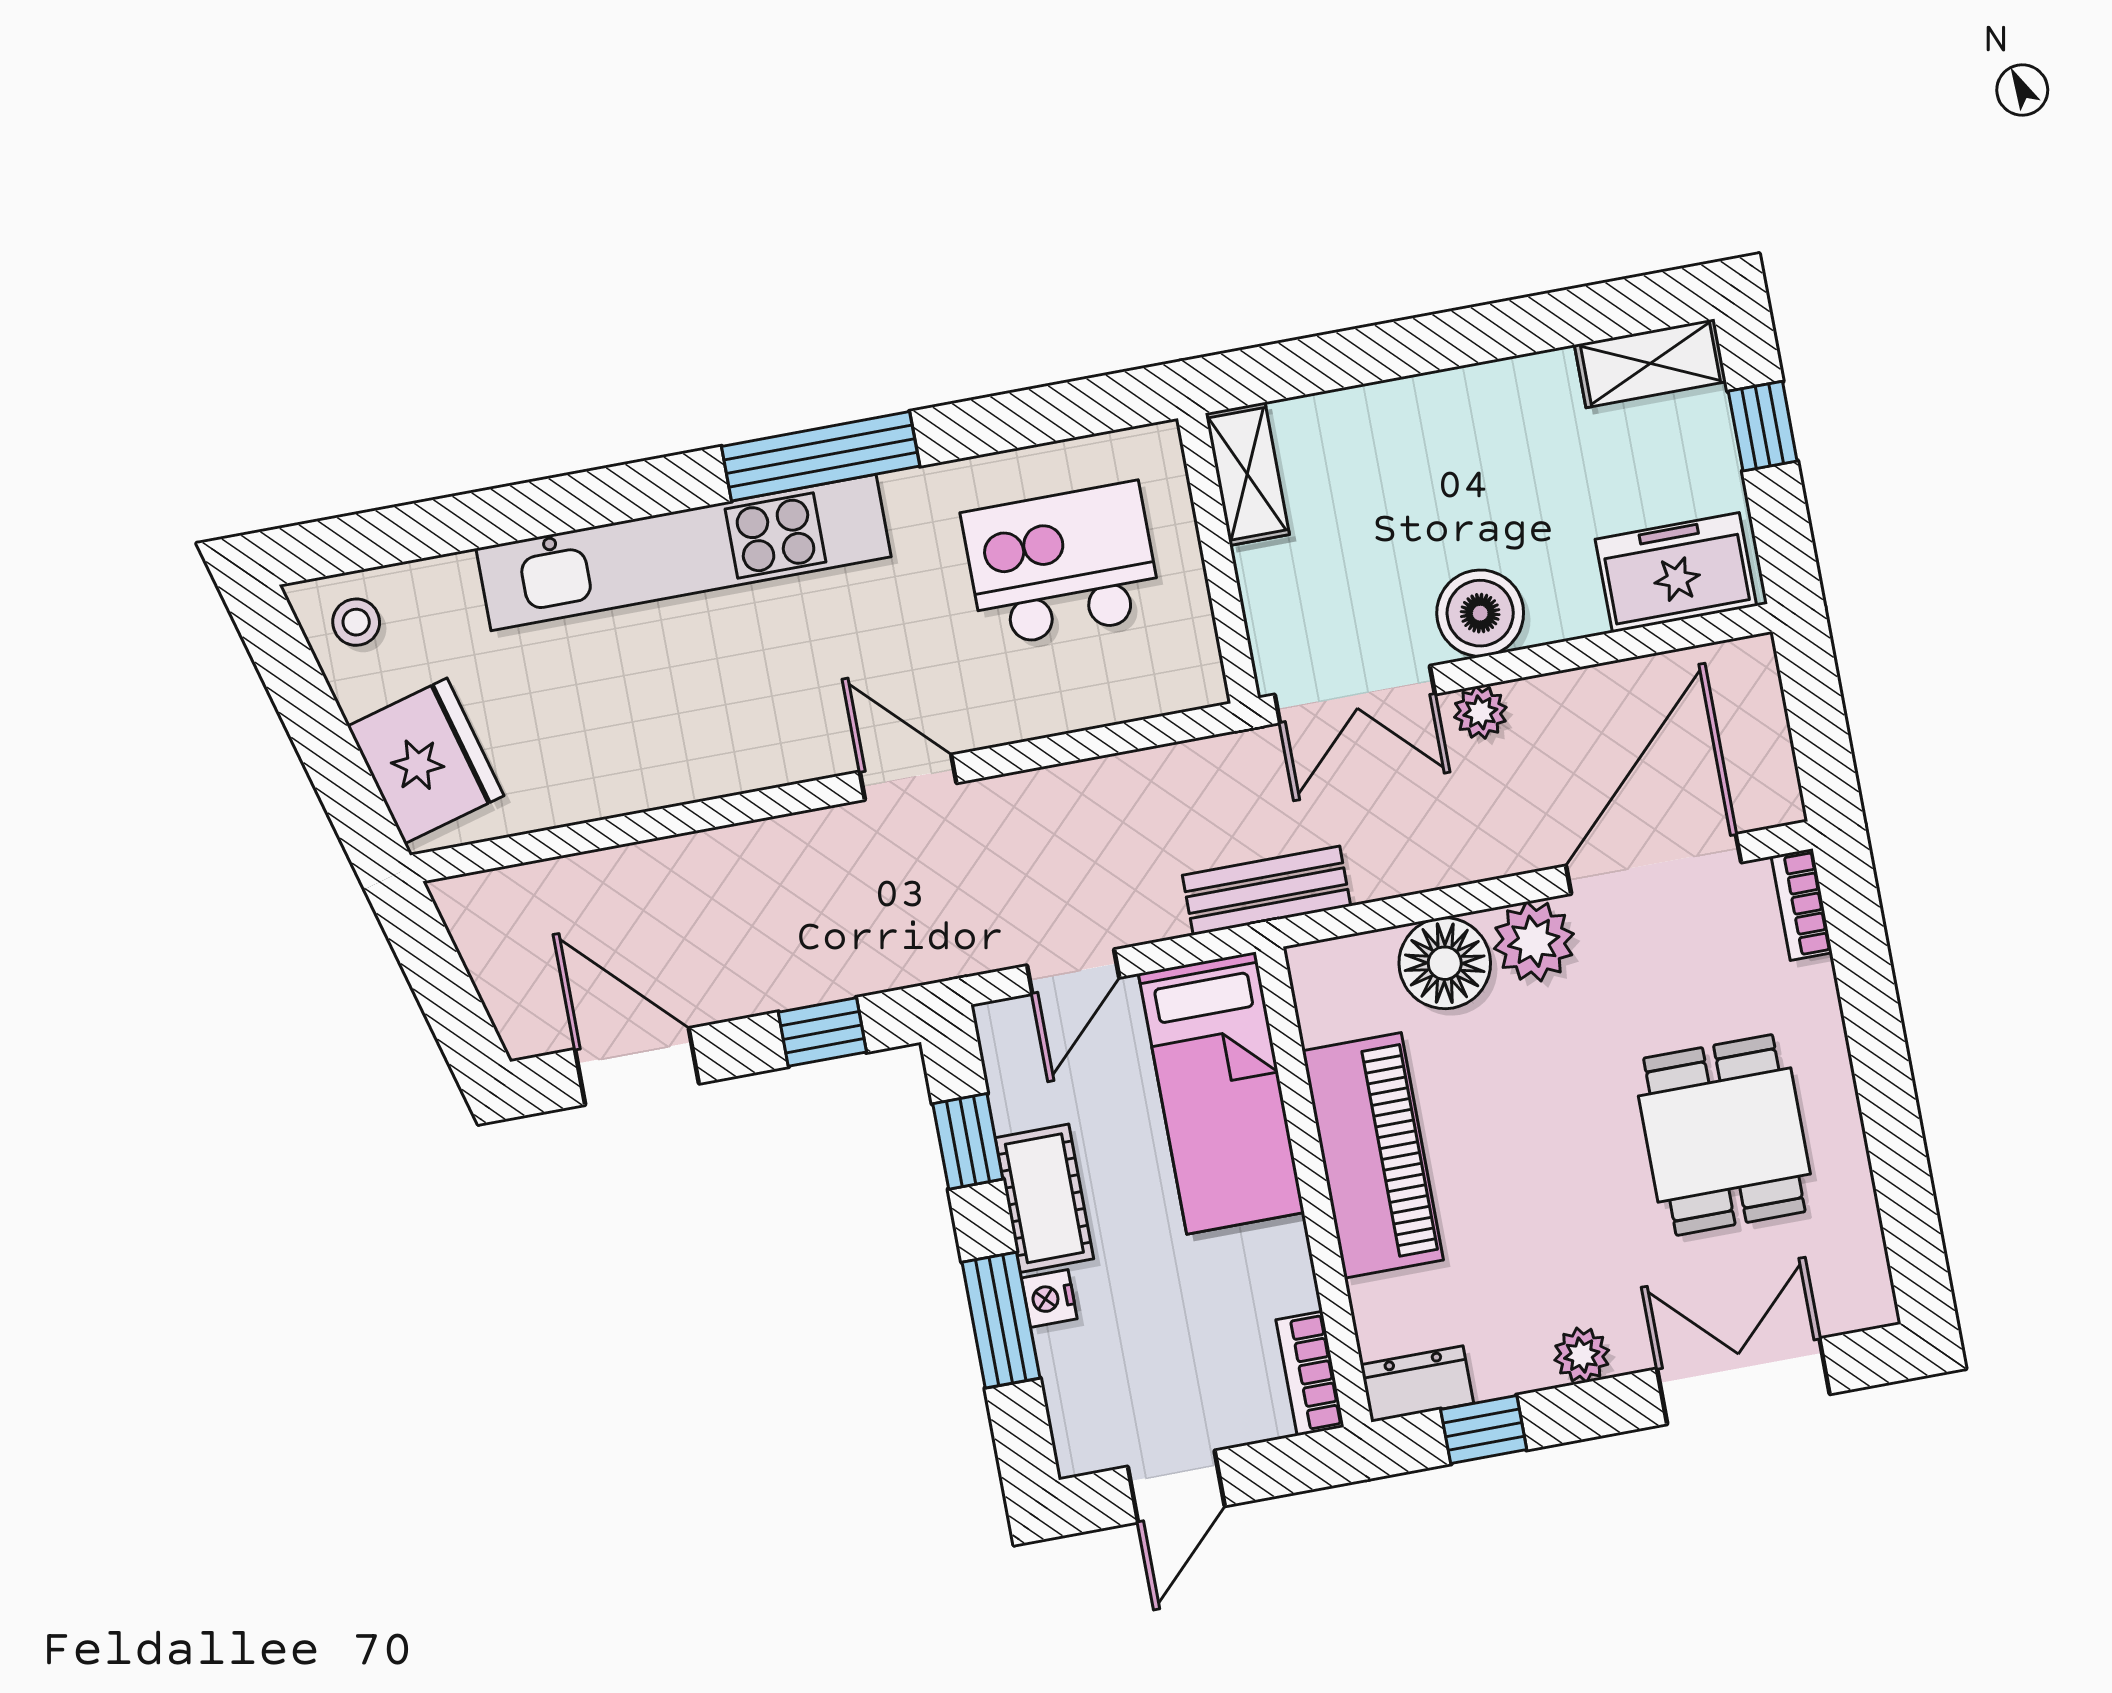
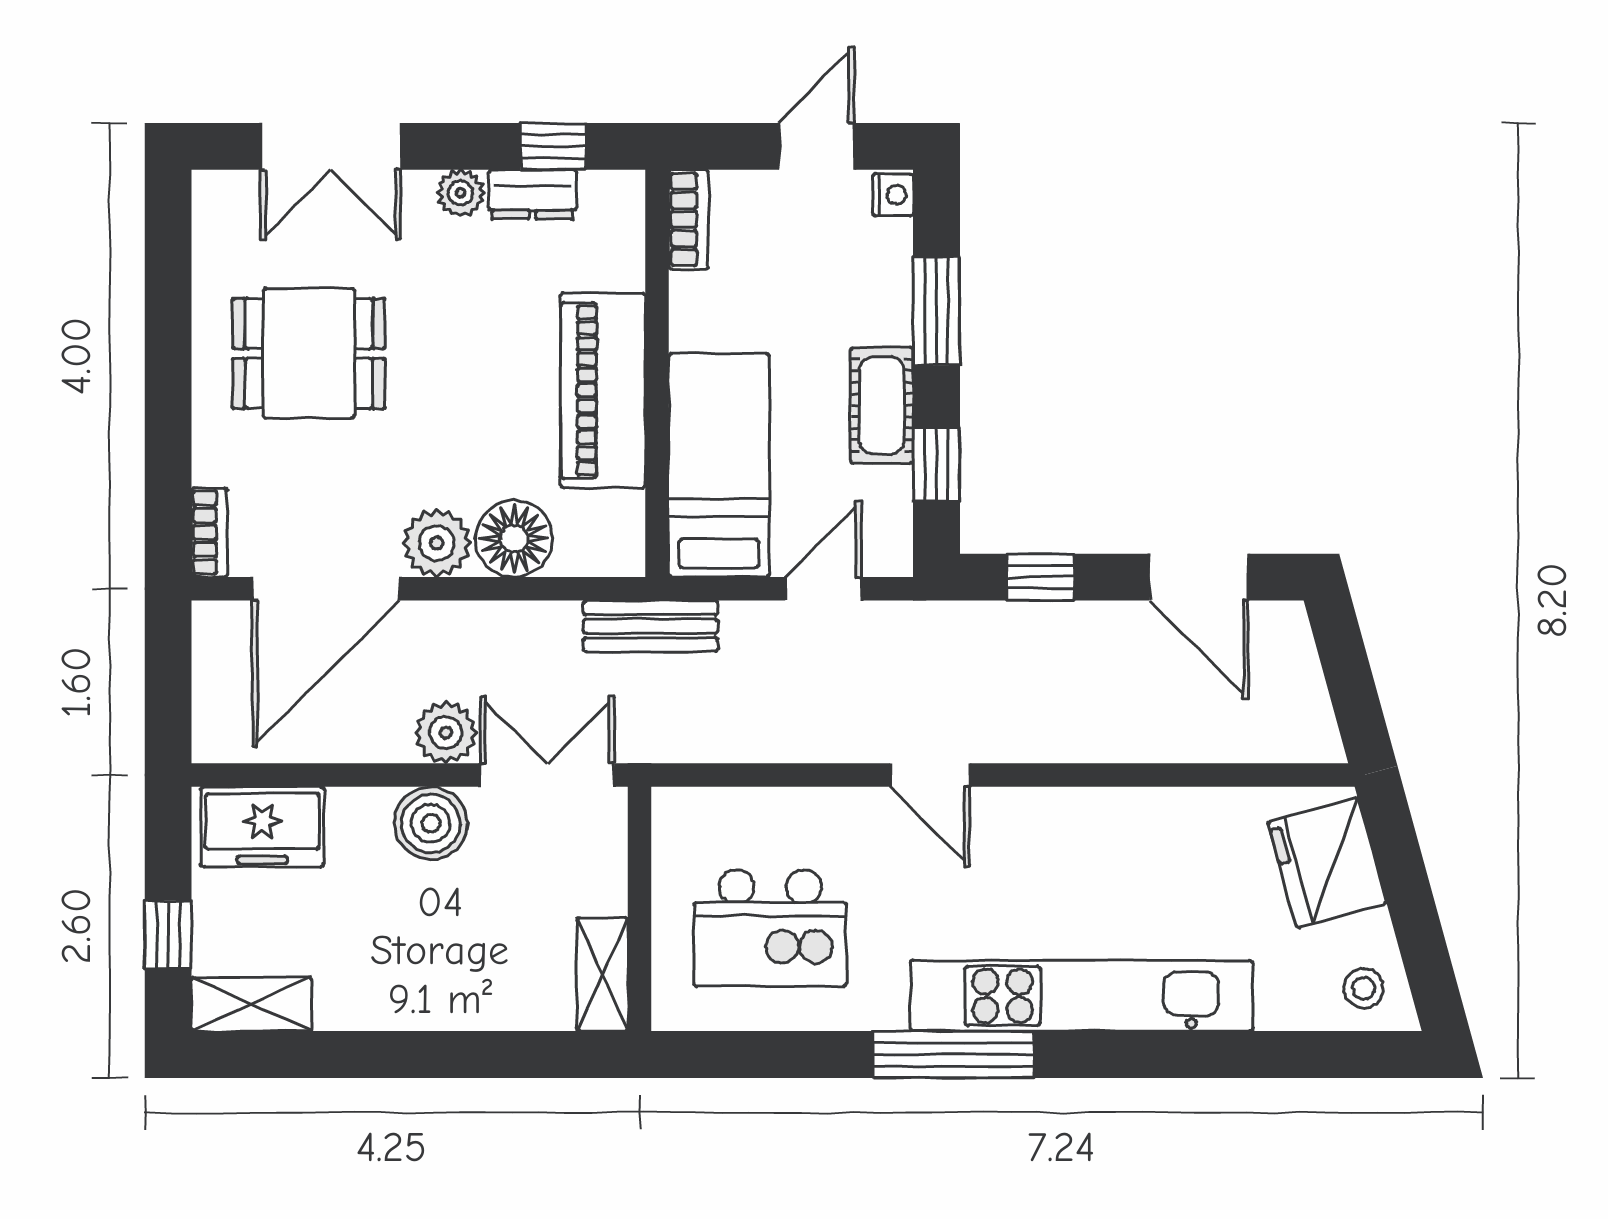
plant: (1480, 712) -> (446, 733), width x1.38, depth x1.38
dining table: (1724, 1135) -> (309, 353), turned 90
nightstand: (1049, 1298) -> (893, 195), moved
dresser: (1417, 1384) -> (532, 194), moved

